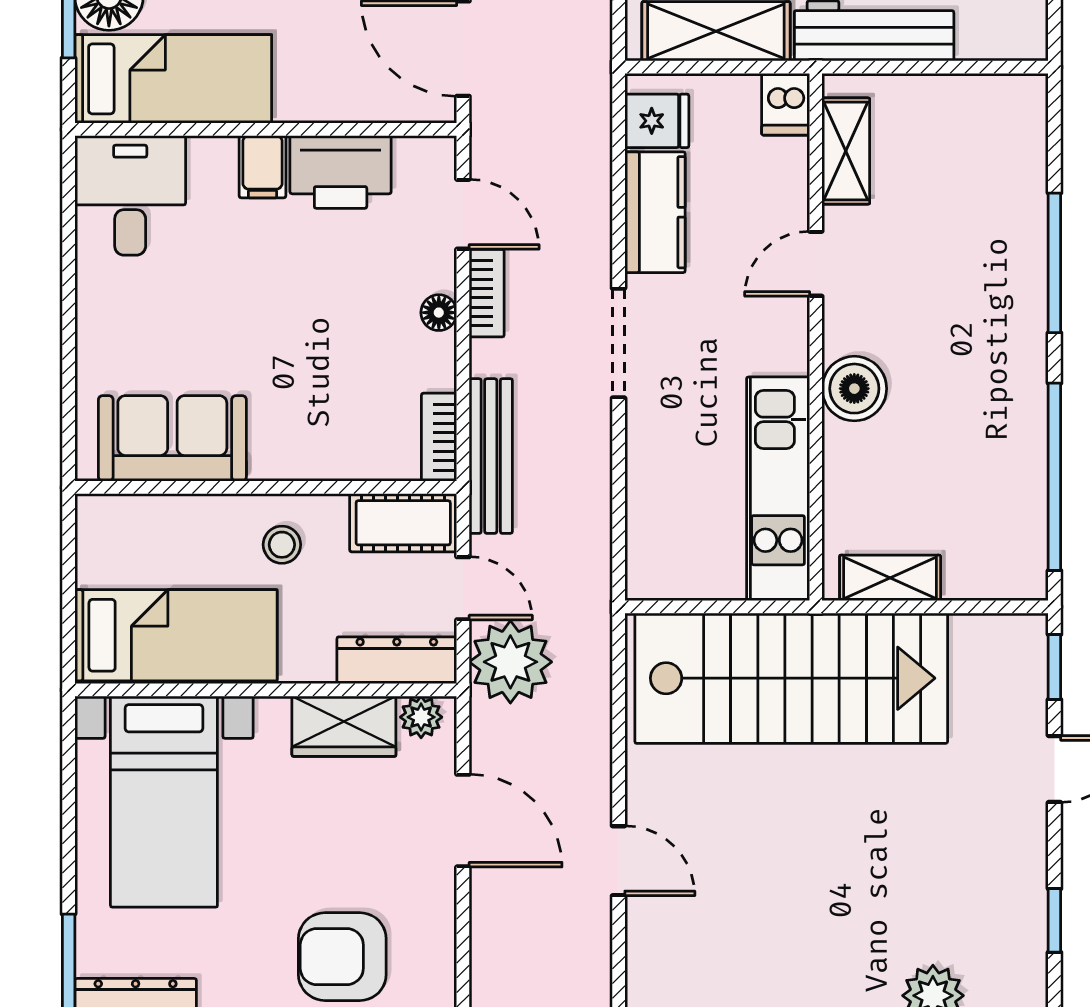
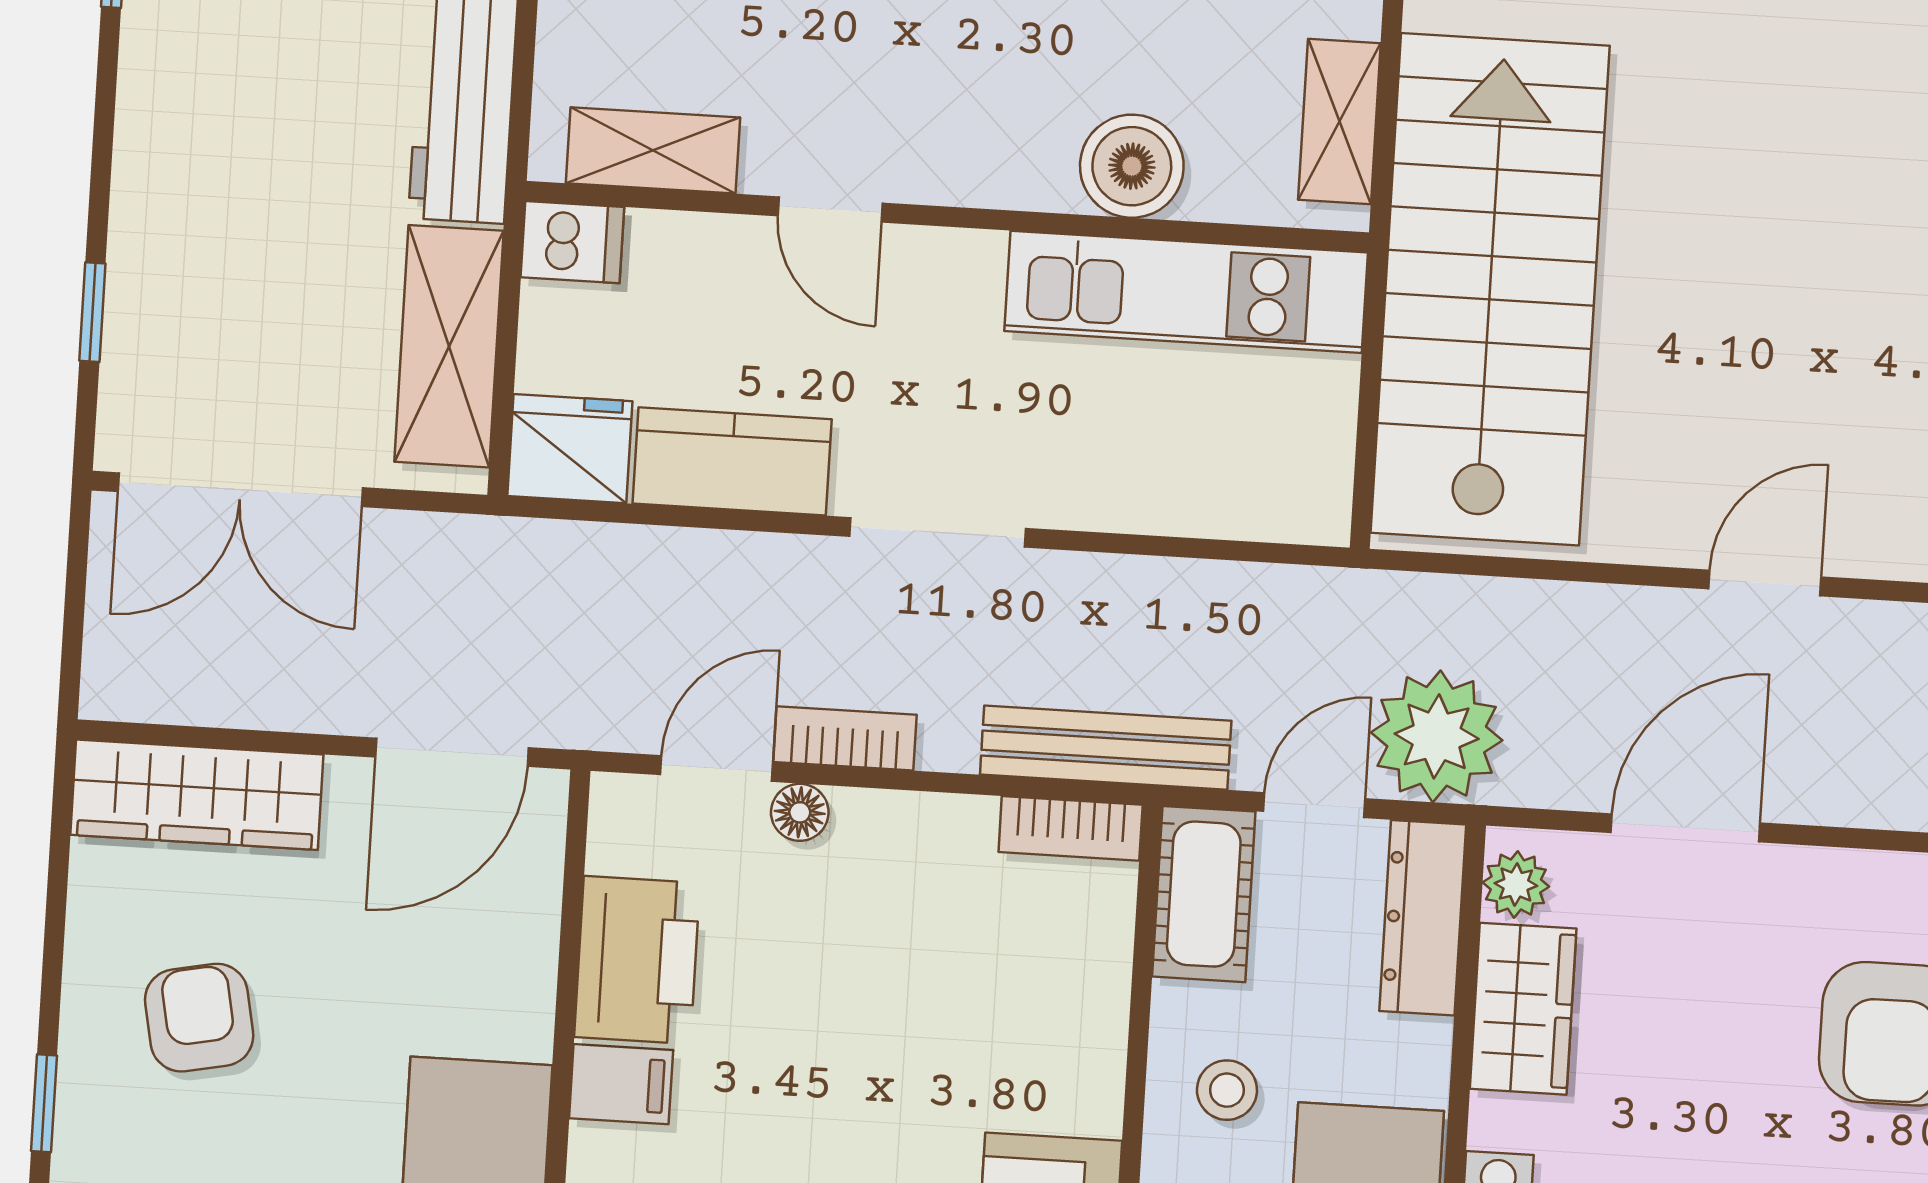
fridge: (657, 121) -> (570, 449), width x1.38
floor lamp: (439, 313) -> (800, 812), moved
boiler: (854, 389) -> (1132, 166), moved

